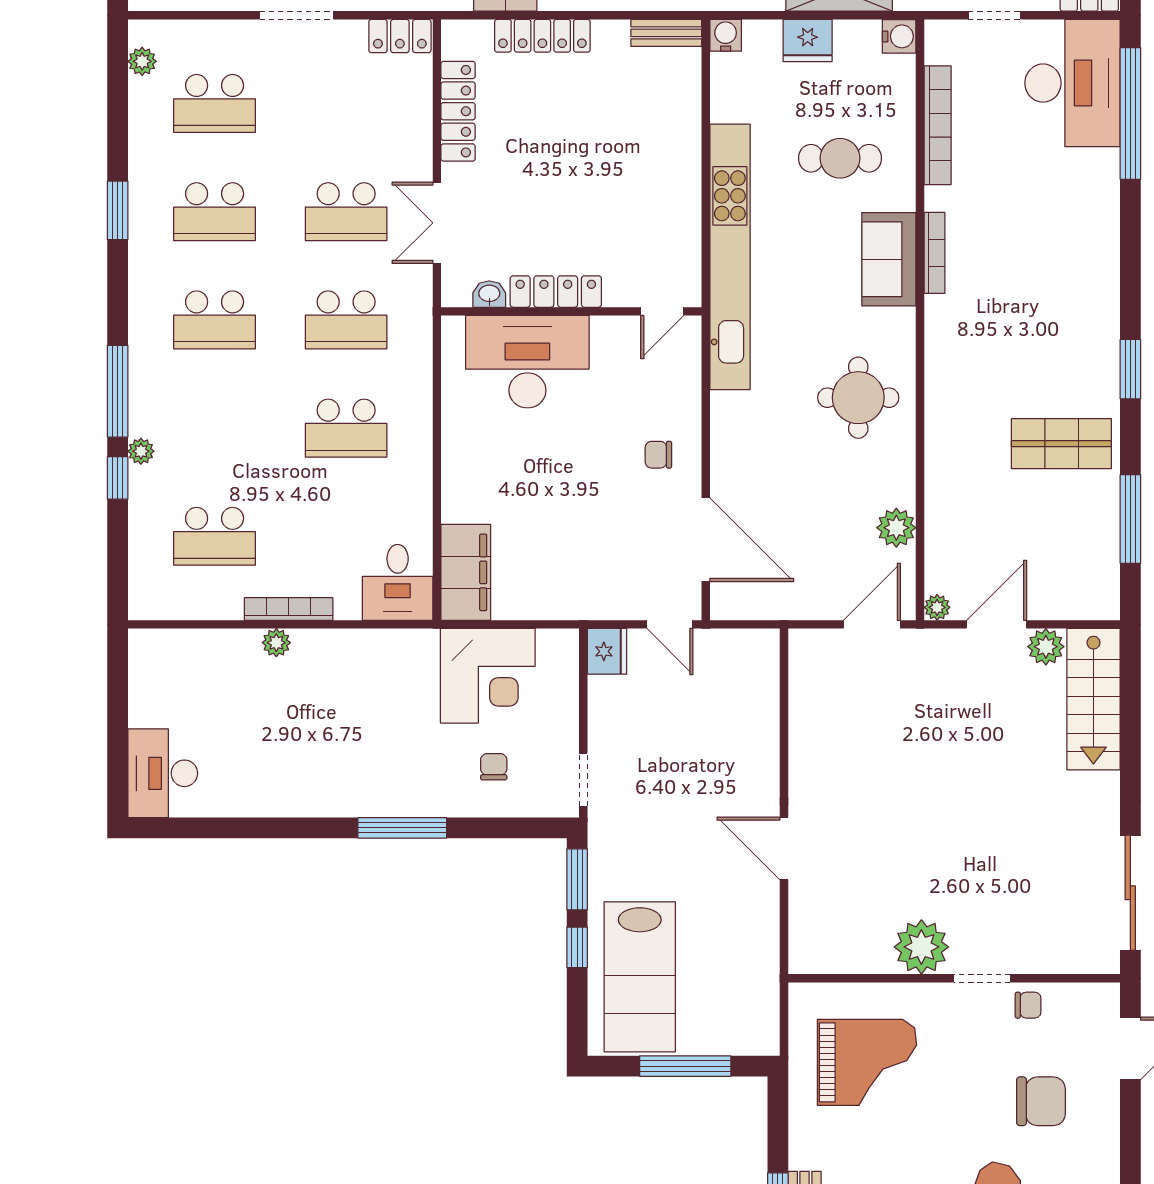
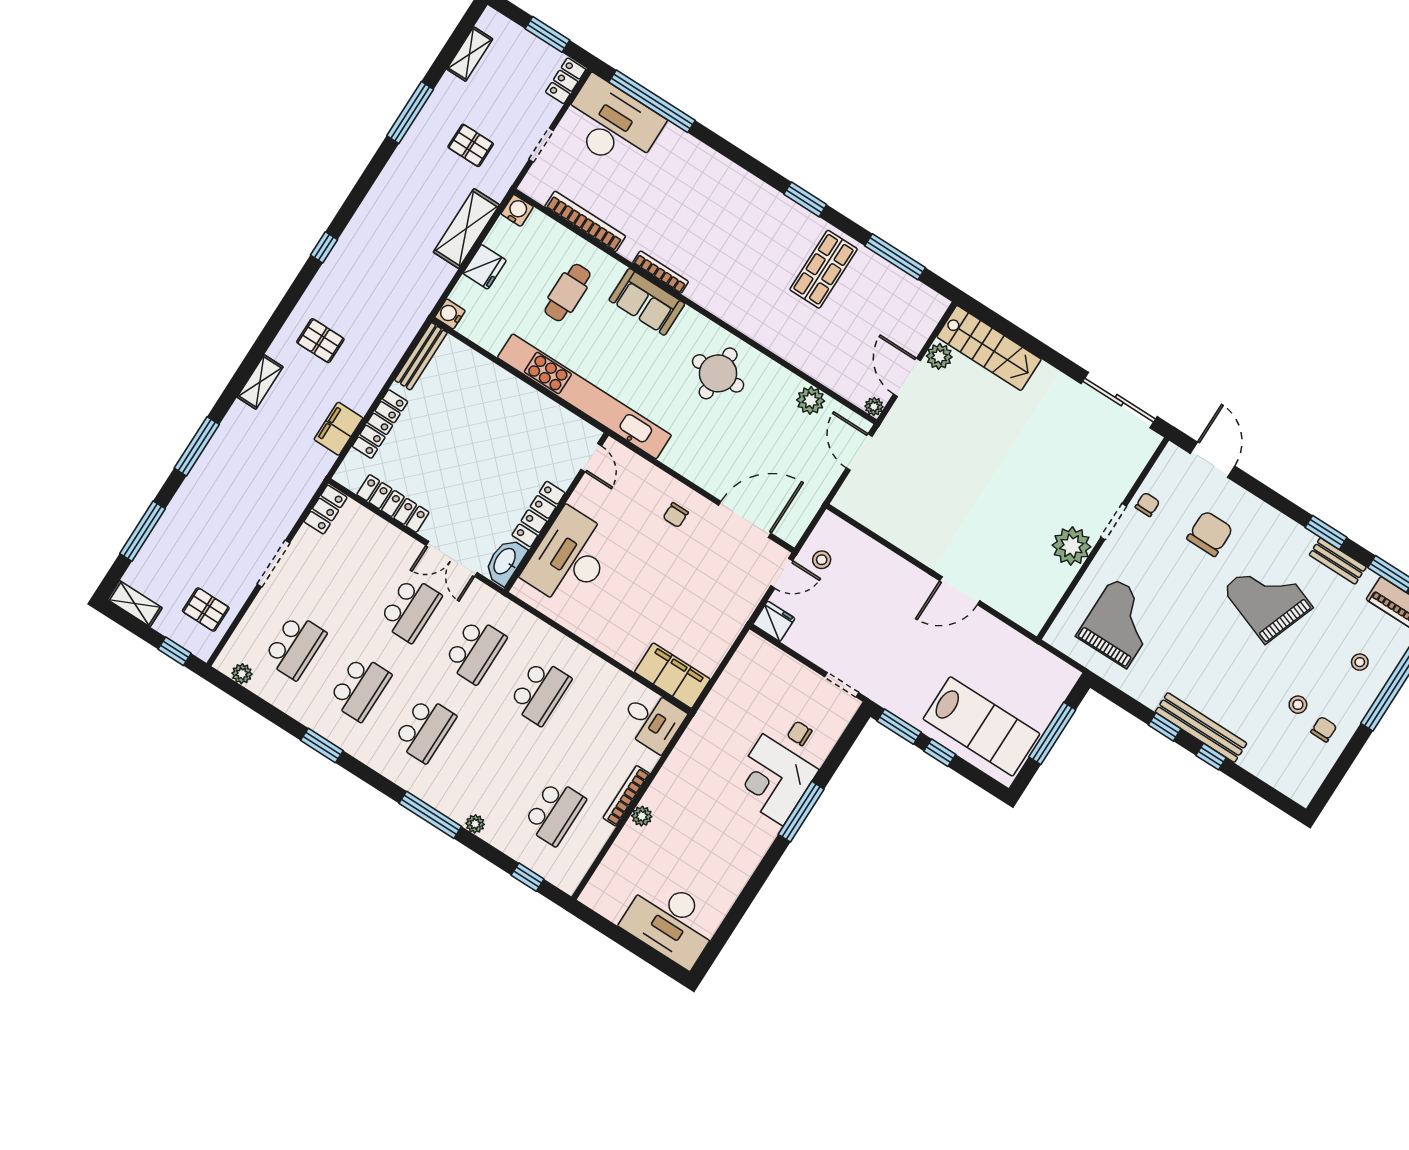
bench: (666, 33) -> (421, 356), width x1.36
washbasin: (489, 294) -> (505, 562), width x1.91, depth x1.45
window: (118, 478) -> (528, 877), moved
stool: (716, 661) -> (822, 560), added
corner desk: (488, 676) -> (773, 780), moved, turned 180
desk: (163, 773) -> (671, 922), width x1.36, depth x1.30

